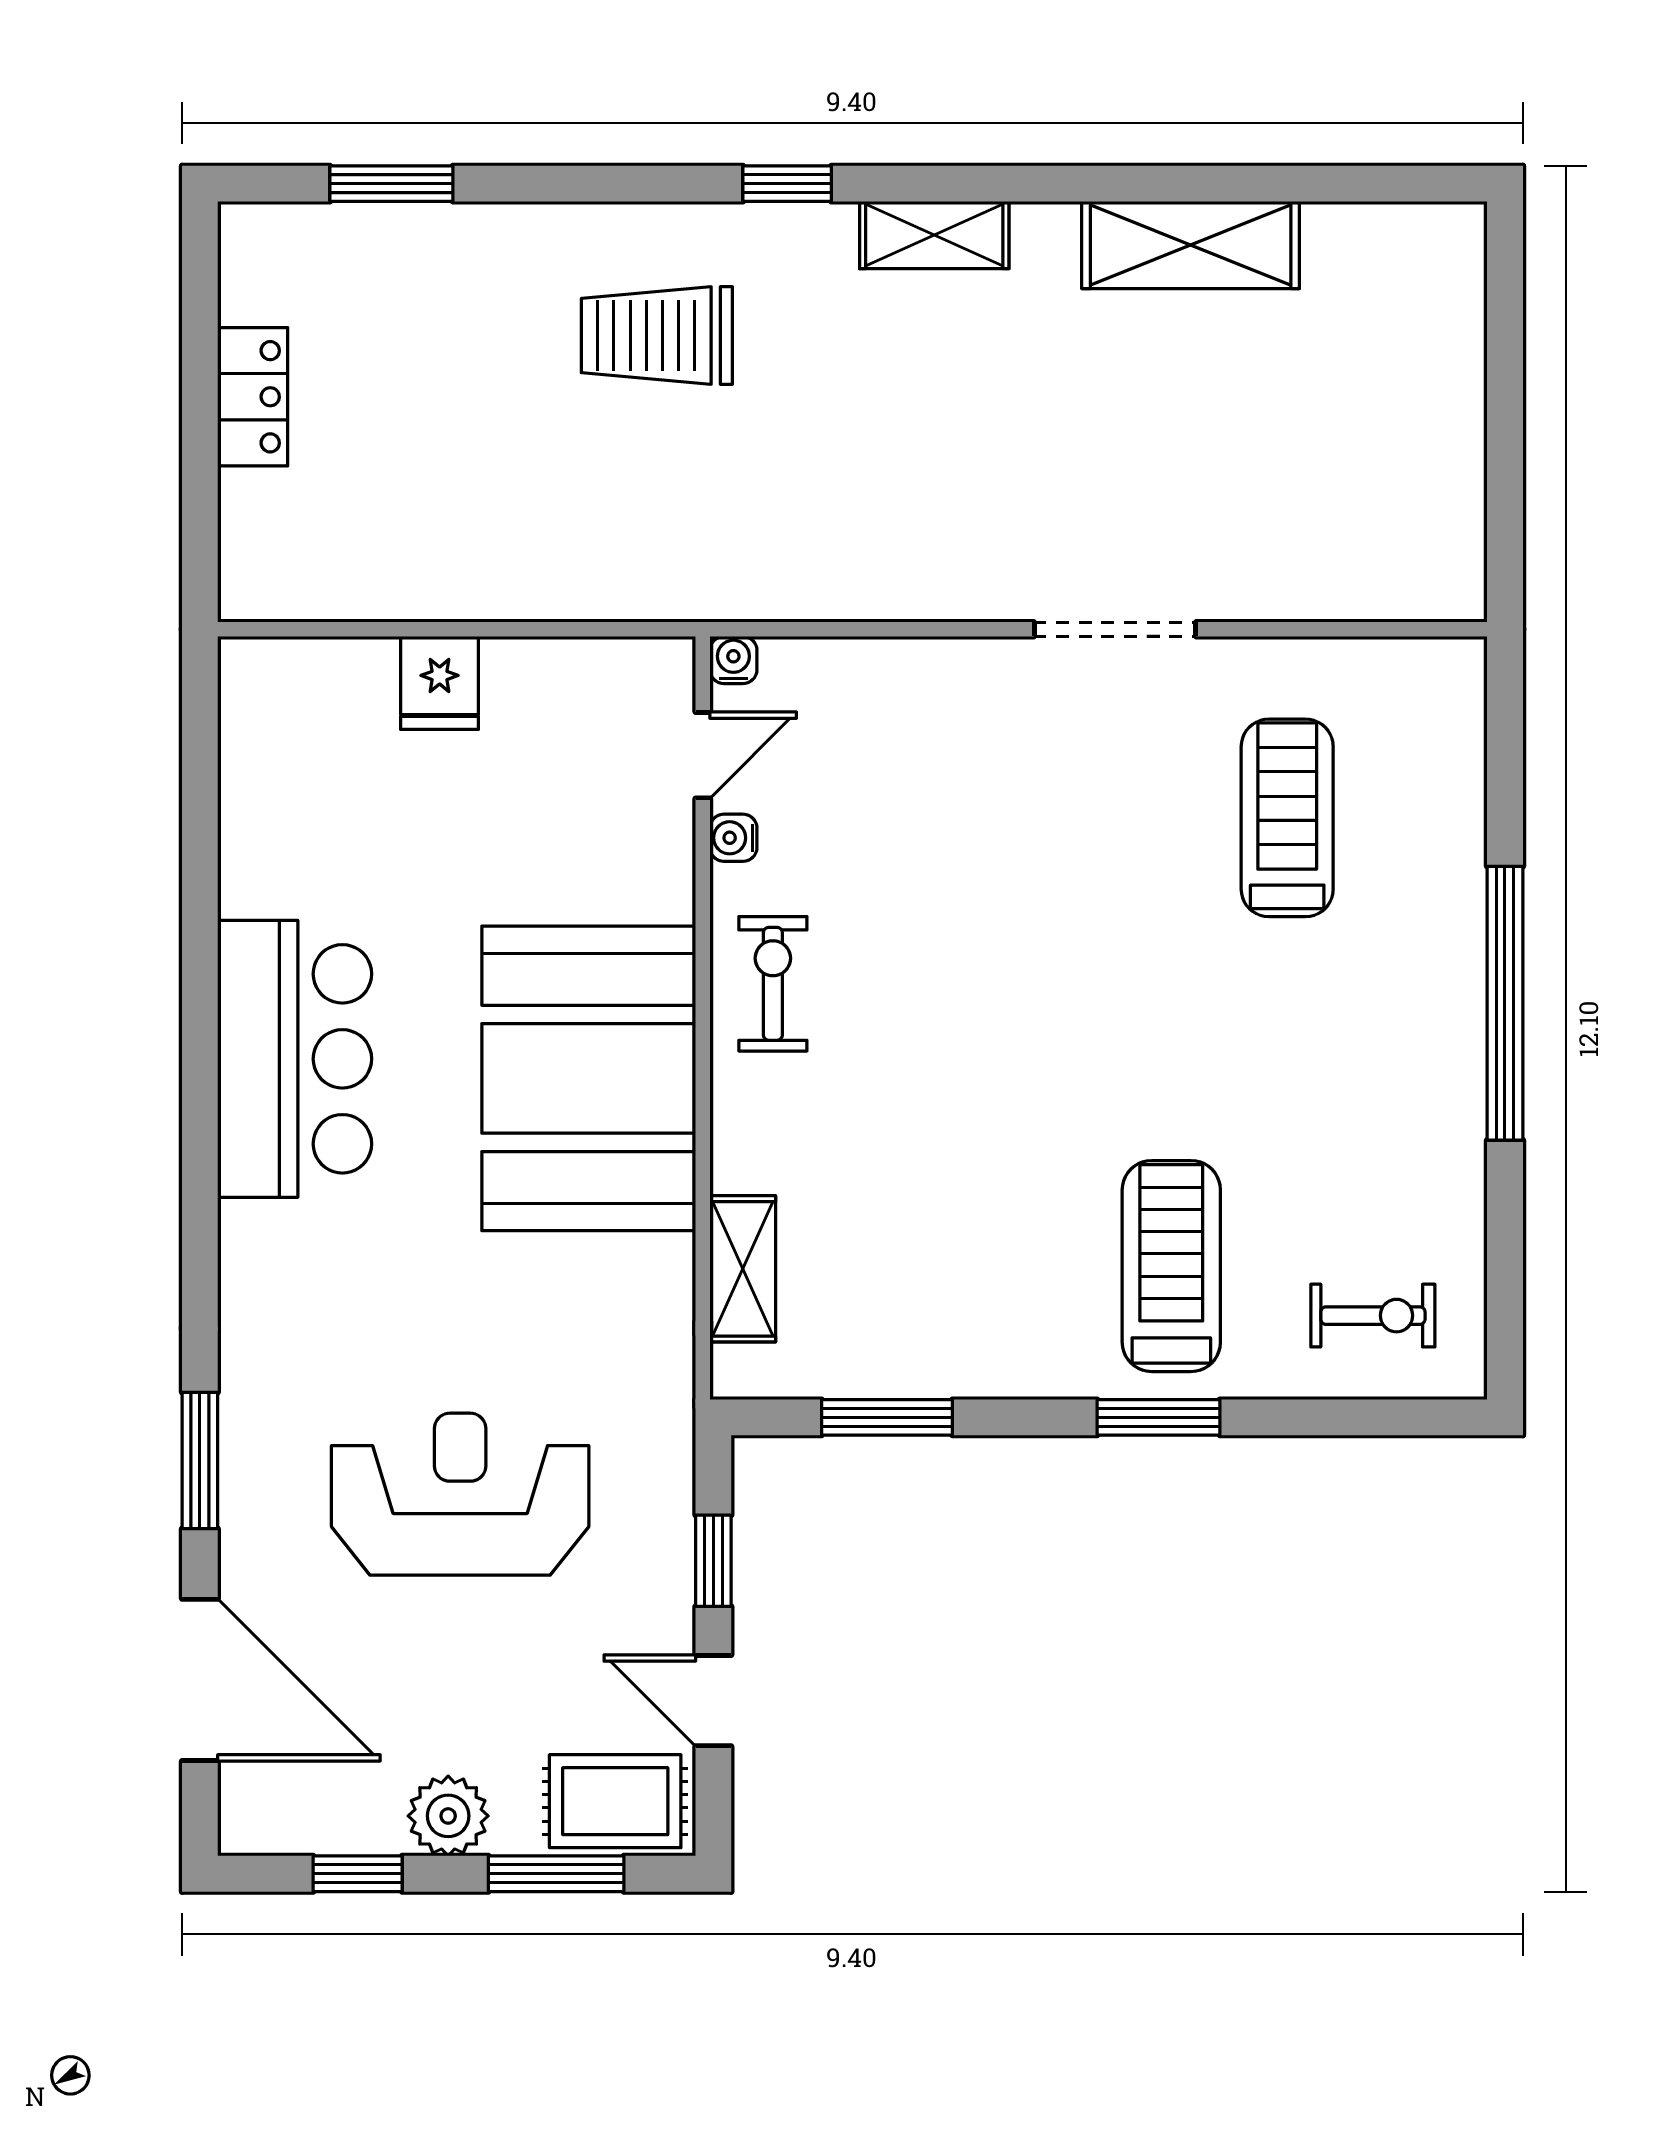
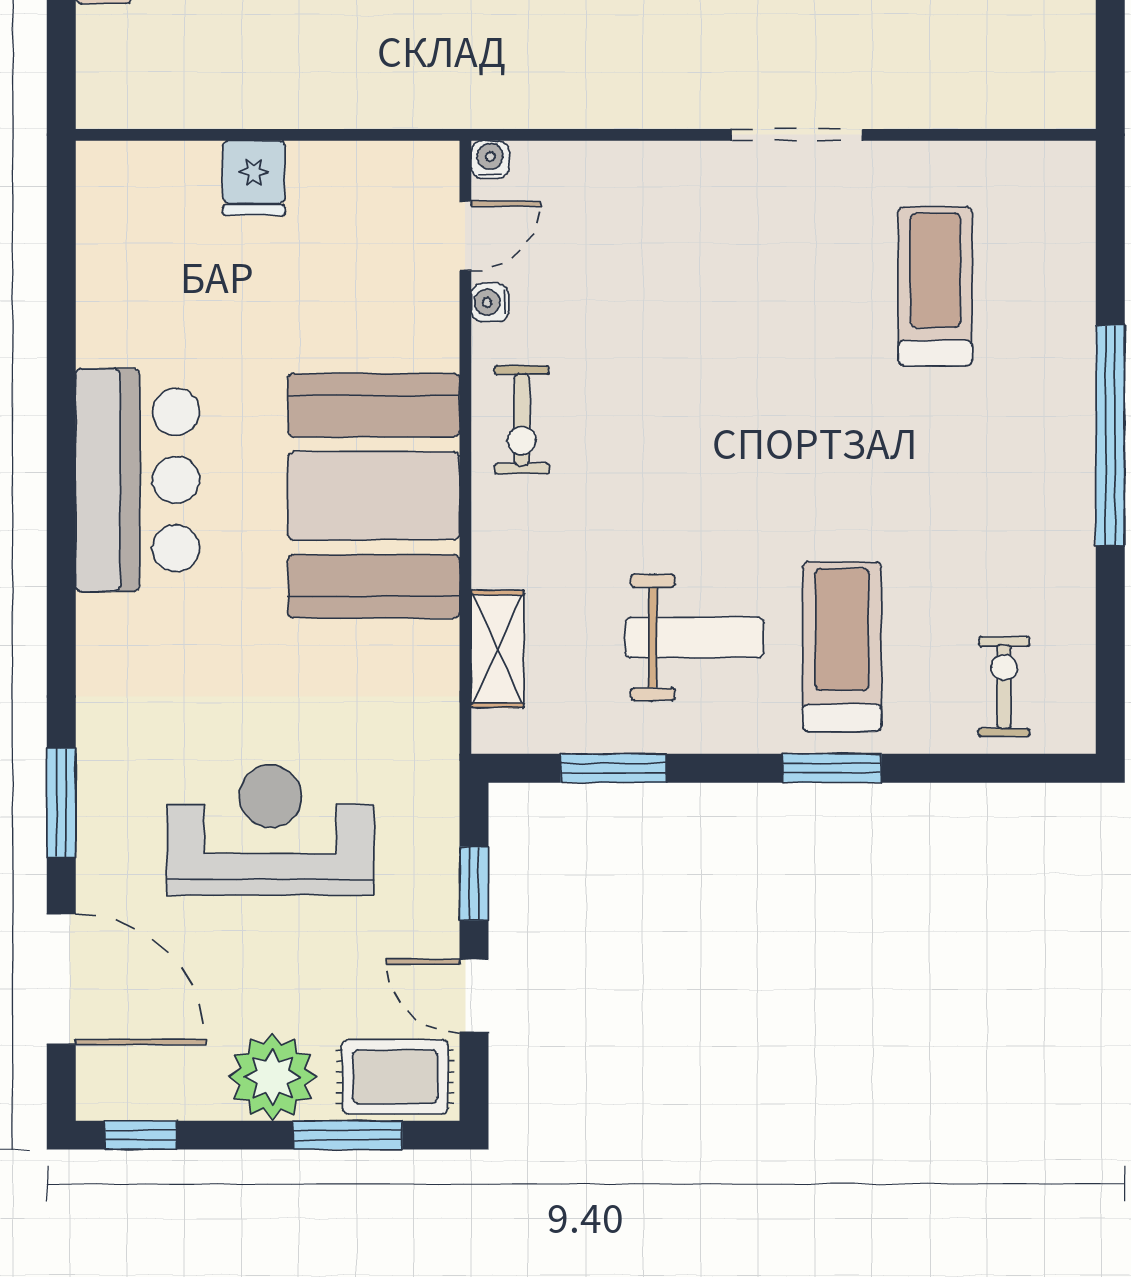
exercise bike: (773, 984) -> (522, 420), turned 180
weight bench: (988, 1255) -> (694, 637), added
exercise bike: (1373, 1316) -> (1004, 686), turned -90
plant: (448, 1816) -> (272, 1077), width x1.36, depth x1.36
window: (358, 1874) -> (141, 1135), moved

